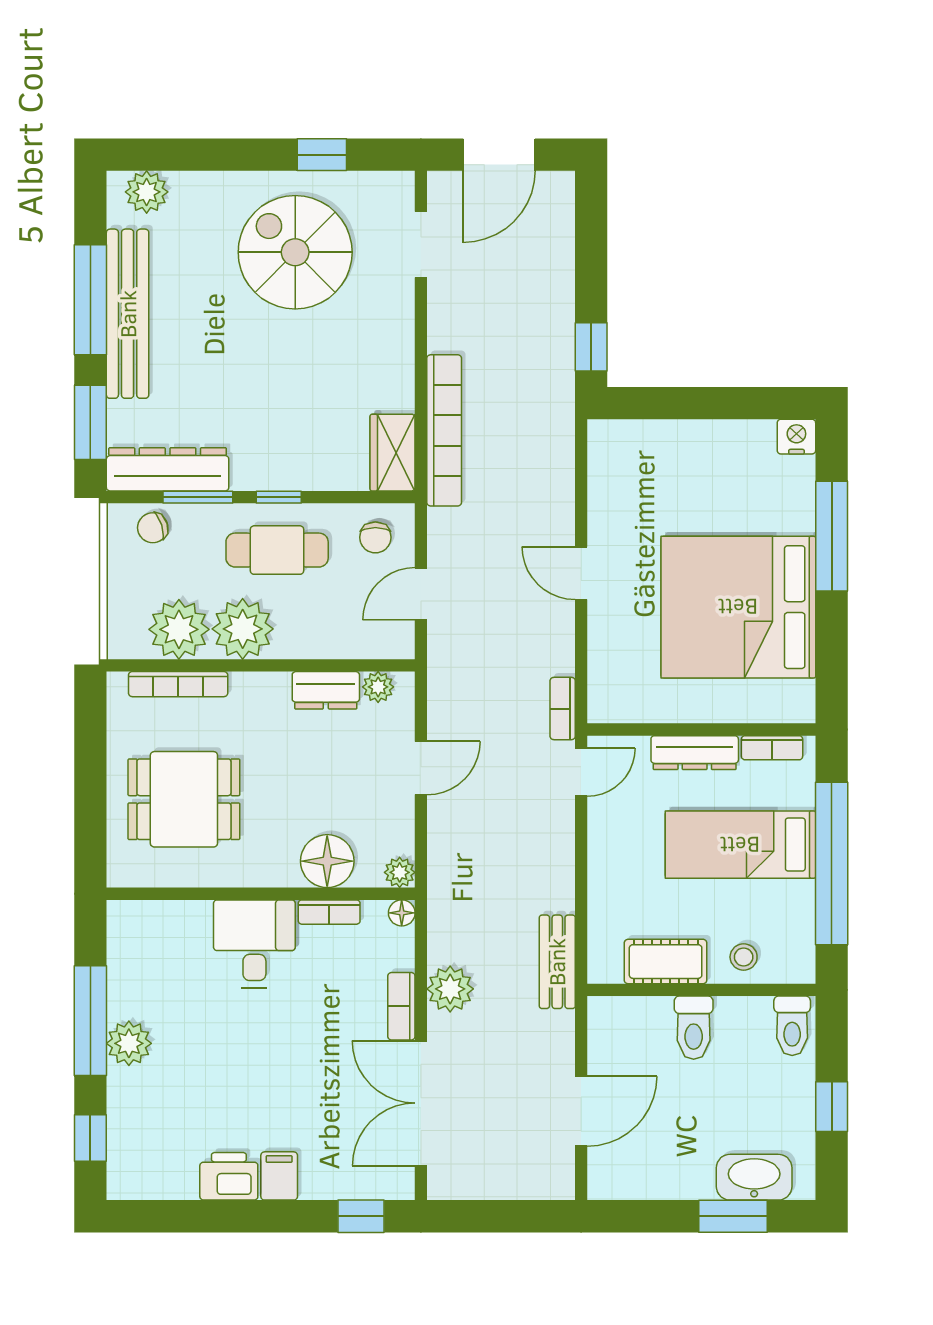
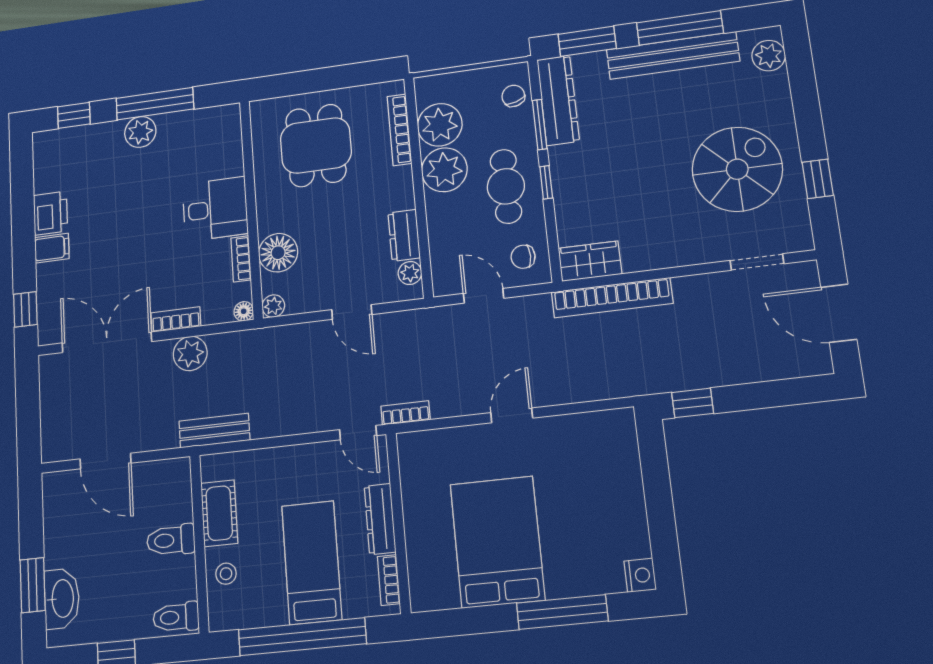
bed: (738, 607) -> (497, 542), width x0.73

